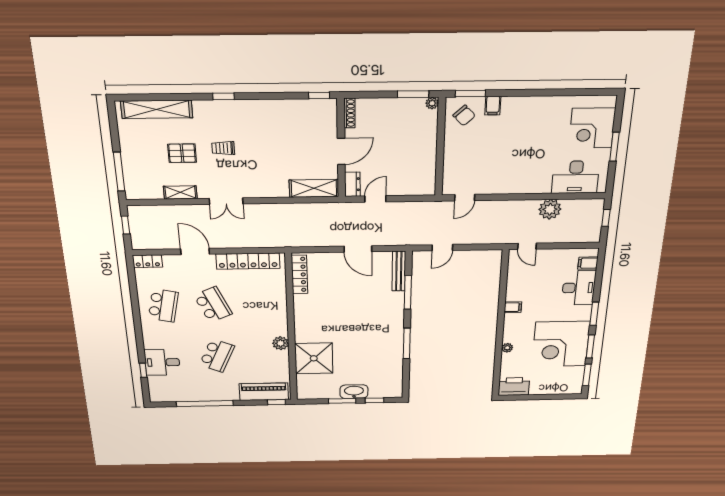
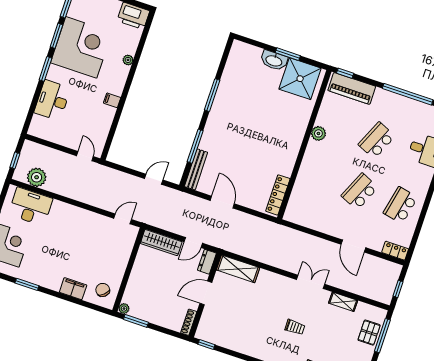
window: (470, 93) -> (27, 284), moved
filing cabinet: (493, 106) -> (73, 289), width x2.00
pallet: (182, 153) -> (369, 333), moved, turned 90
wardrobe: (412, 187) -> (161, 243), added
plant: (550, 209) -> (37, 177), moved
locker: (248, 261) -> (315, 222), removed
filing cabinet: (588, 263) -> (39, 122), removed
school desk: (213, 305) -> (360, 192), turned 48
shower: (314, 358) -> (300, 79), moved
window: (375, 400) -> (259, 45), removed

